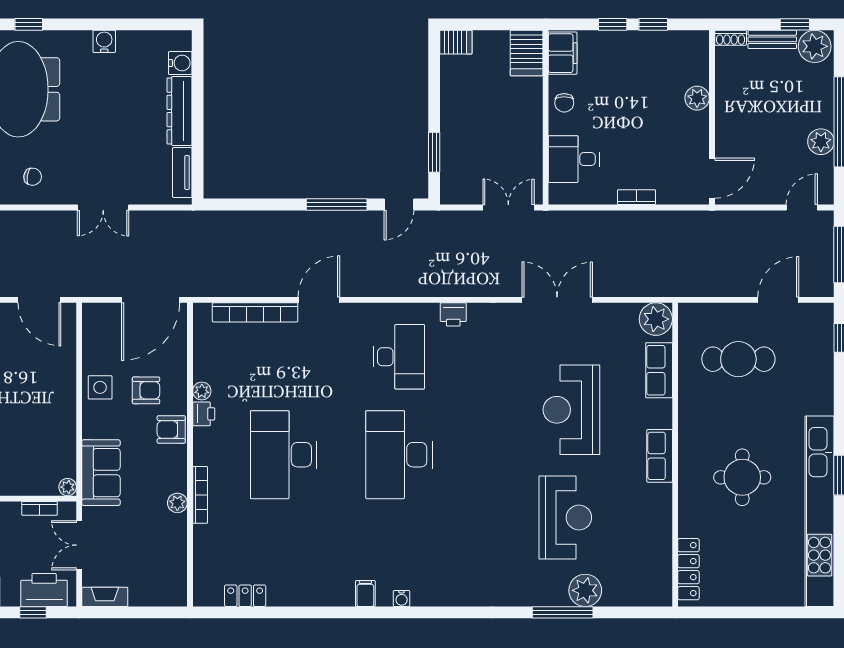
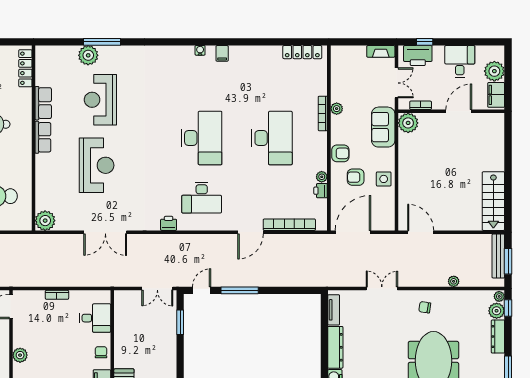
double door: (508, 208) -> (157, 289), moved
desk: (399, 357) -> (202, 198), turned -90
row of seats: (659, 370) -> (43, 103), moved
printer: (204, 414) -> (321, 191), moved
plant: (68, 487) -> (408, 123), width x1.88, depth x1.88
locker: (245, 596) -> (302, 52), width x1.53

